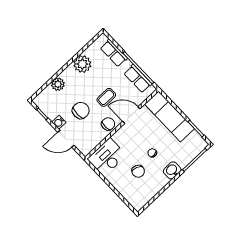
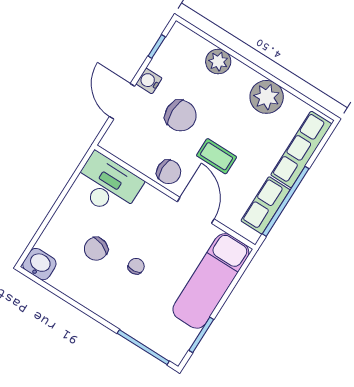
row of seats: (114, 53) -> (301, 149), width x1.48
washbasin: (172, 170) -> (39, 264), moved

